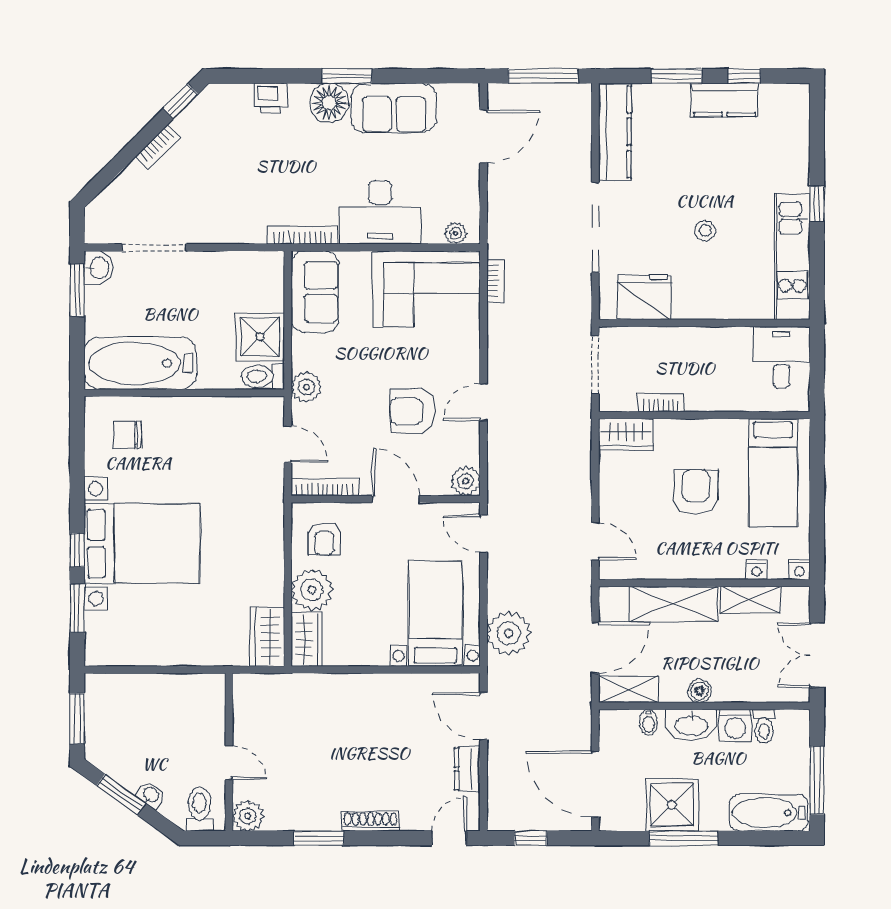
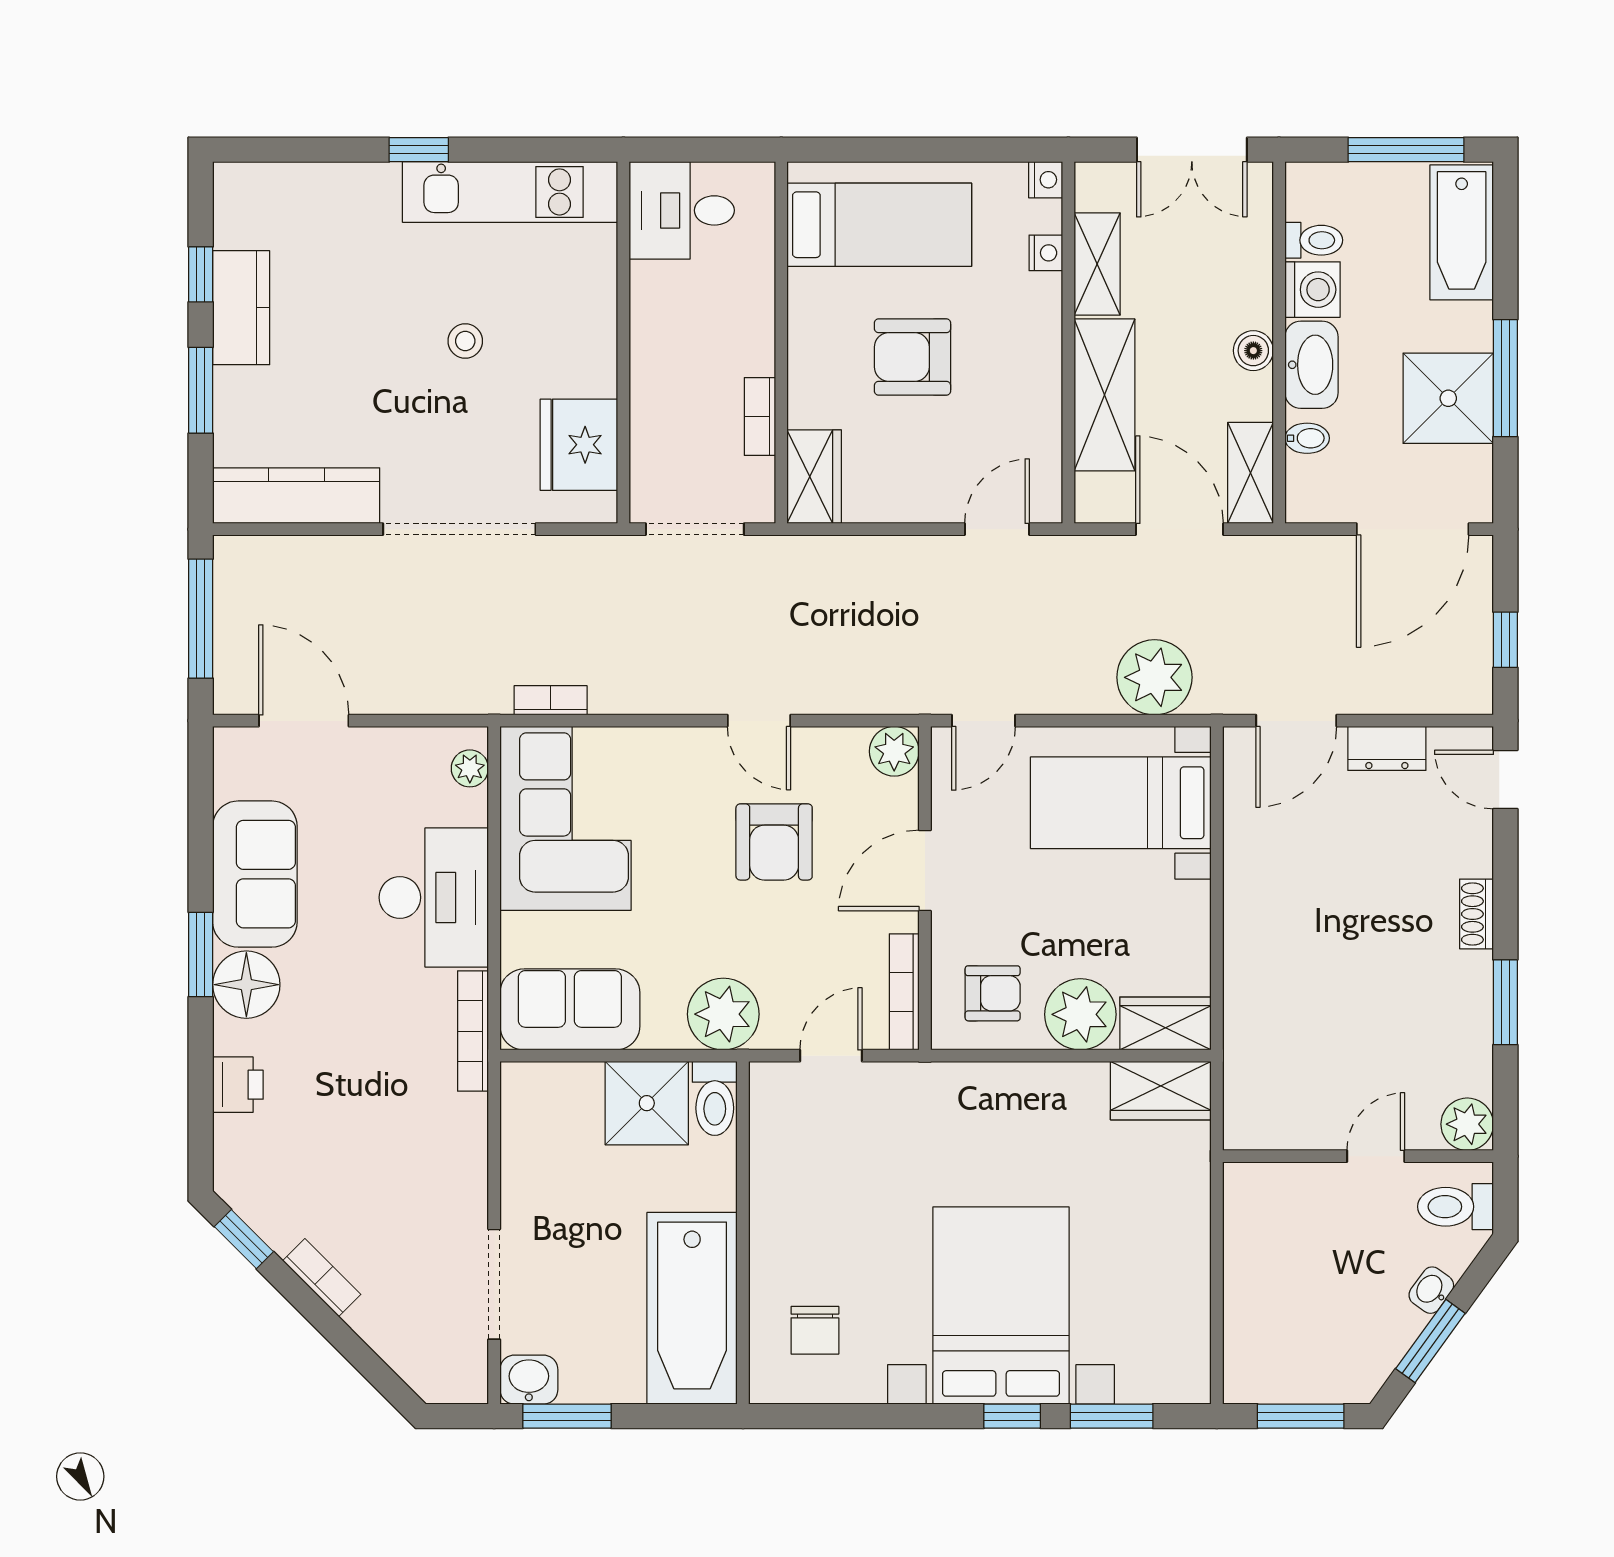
plant: (306, 387) -> (723, 1014), width x1.36, depth x1.36
shoe rack: (371, 821) -> (1476, 914), width x0.70

